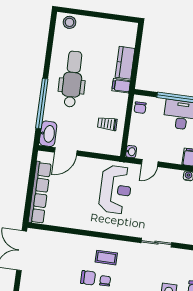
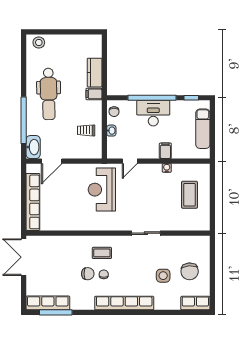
dental chair: (72, 79) -> (49, 94), turned 180
washbasin: (131, 152) -> (111, 131), moved
reception desk: (116, 190) -> (102, 190), turned 180

